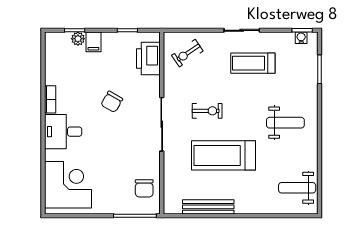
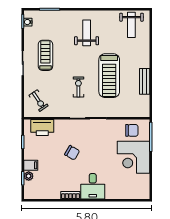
treadmill: (253, 63) -> (45, 55), turned 180
corner desk: (68, 185) -> (134, 157), moved, turned -90
bench: (208, 207) -> (145, 81), width x0.73

